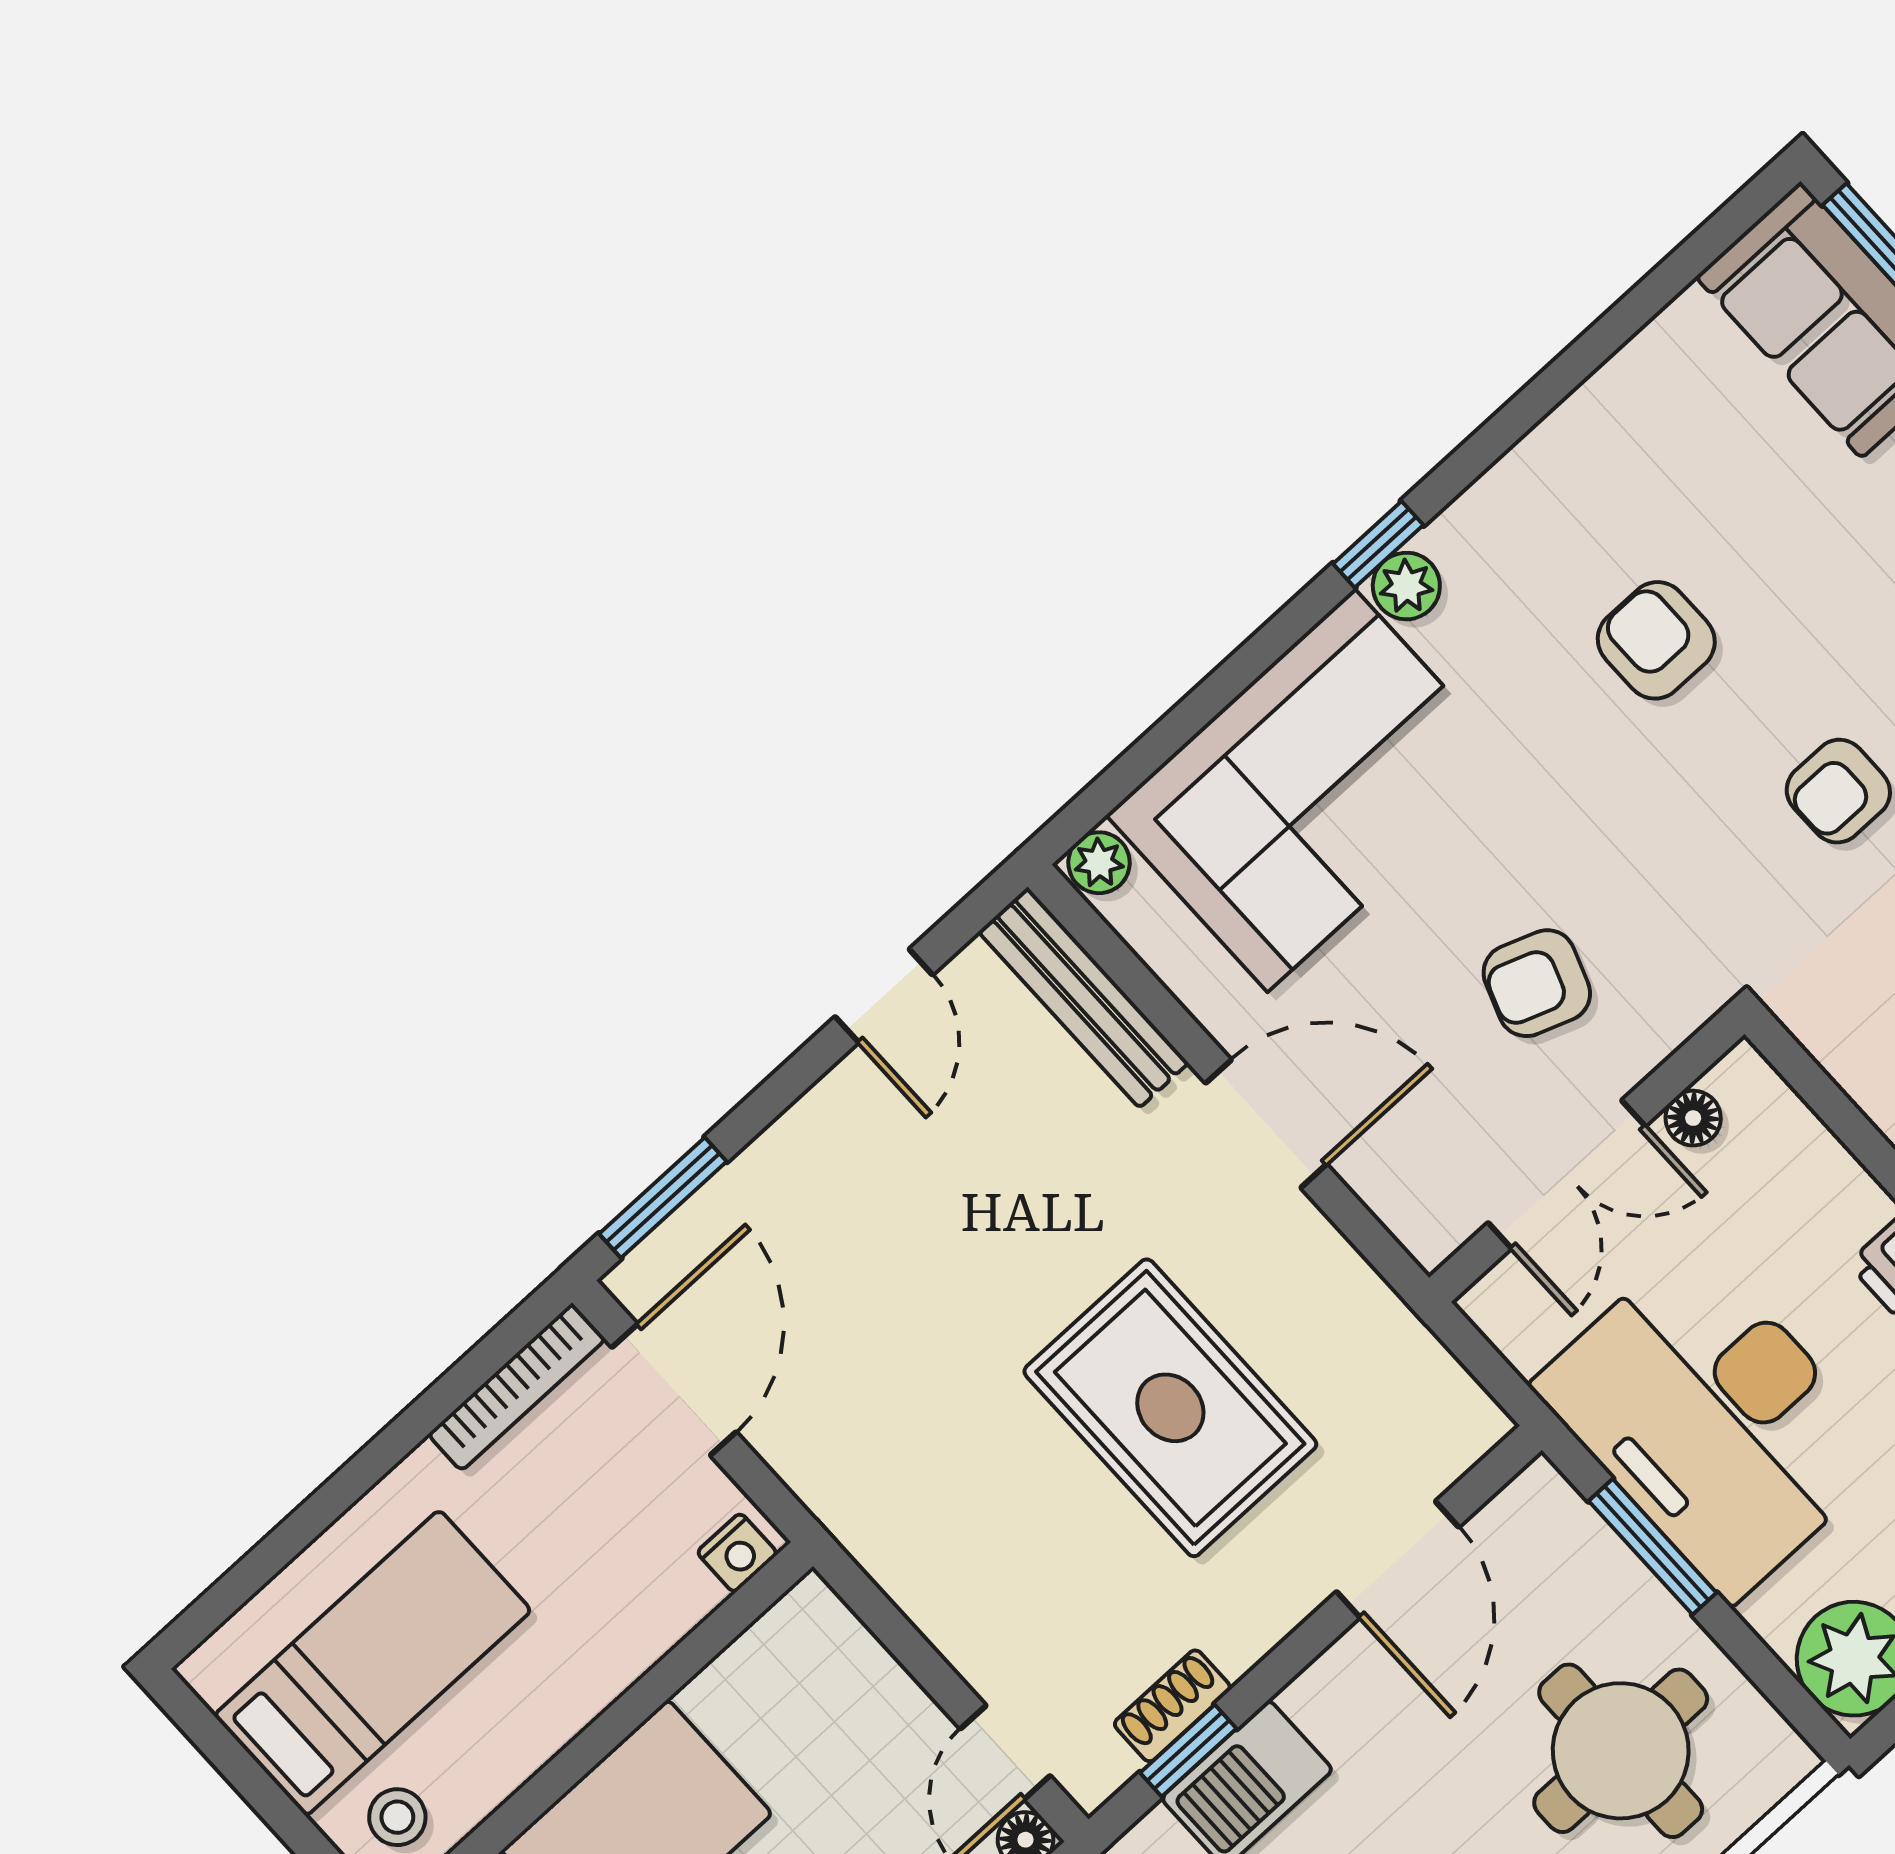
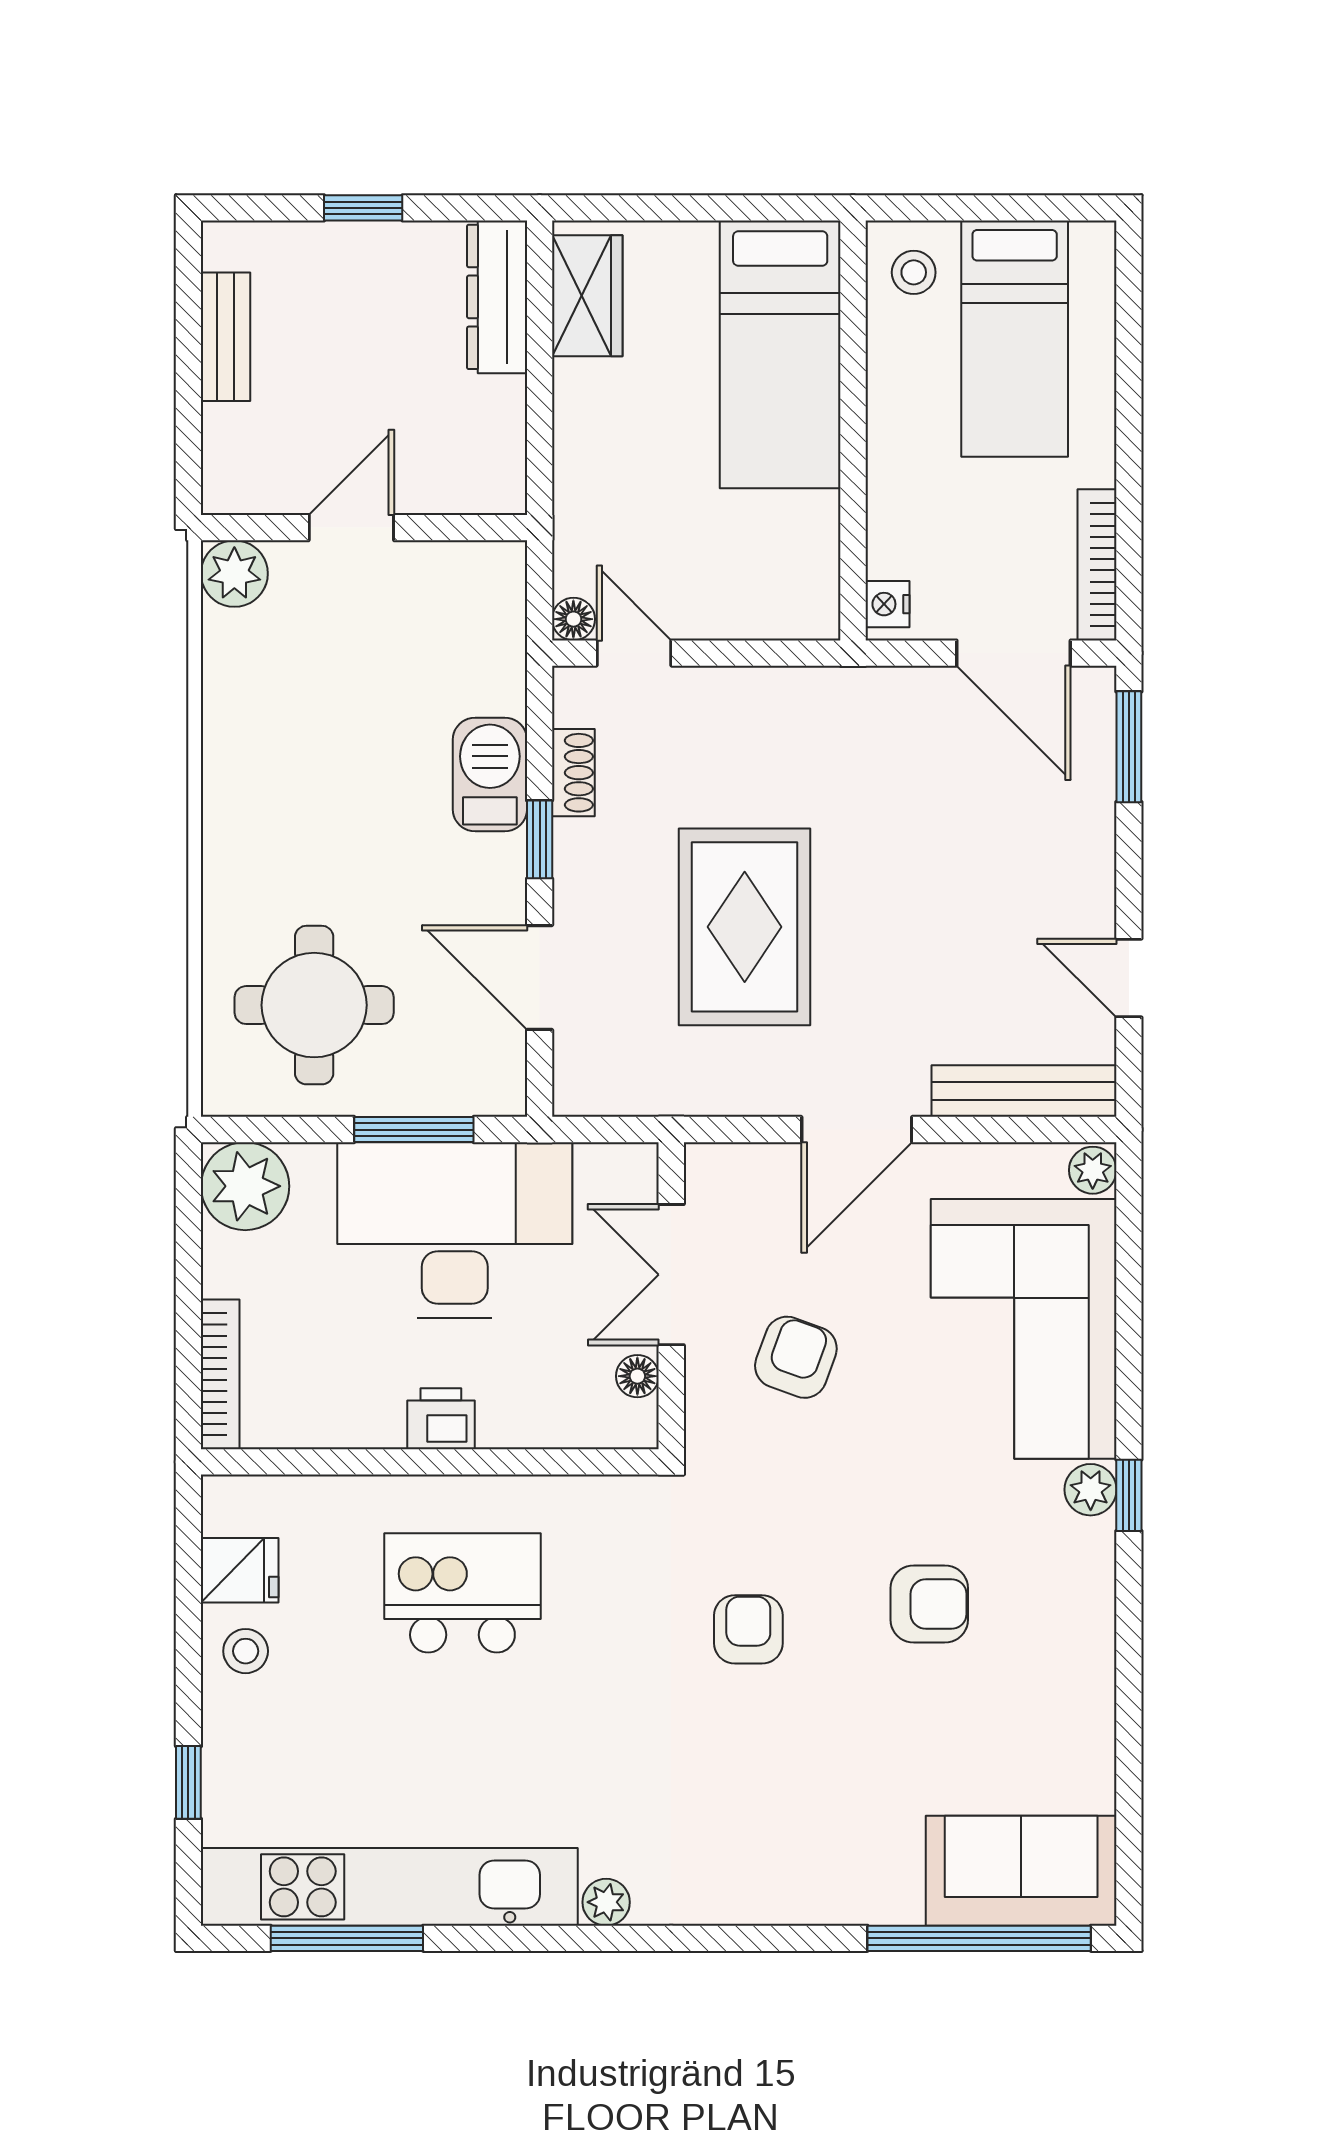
rug: (1170, 1408) -> (745, 927), turned 90
window: (1188, 1751) -> (540, 839), moved

